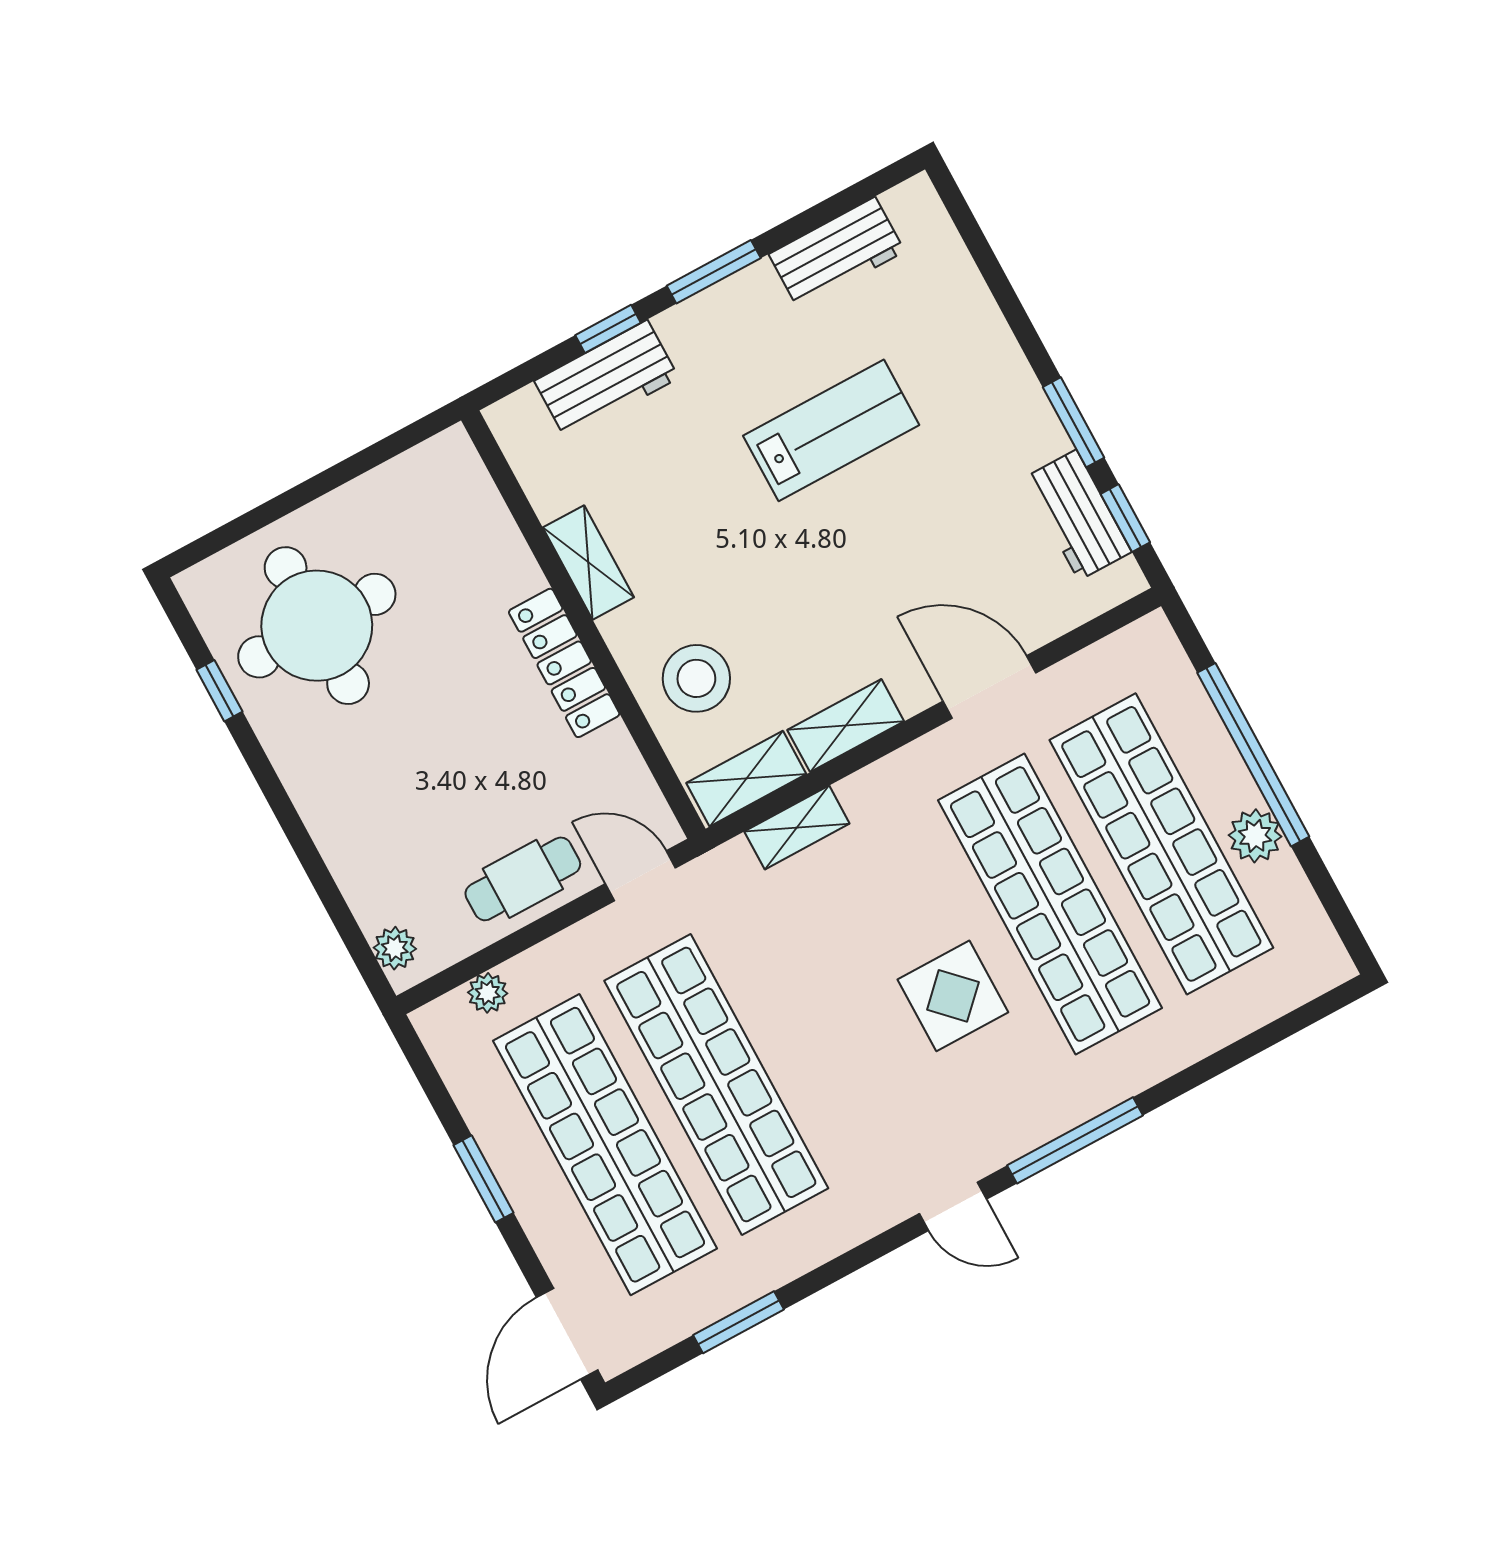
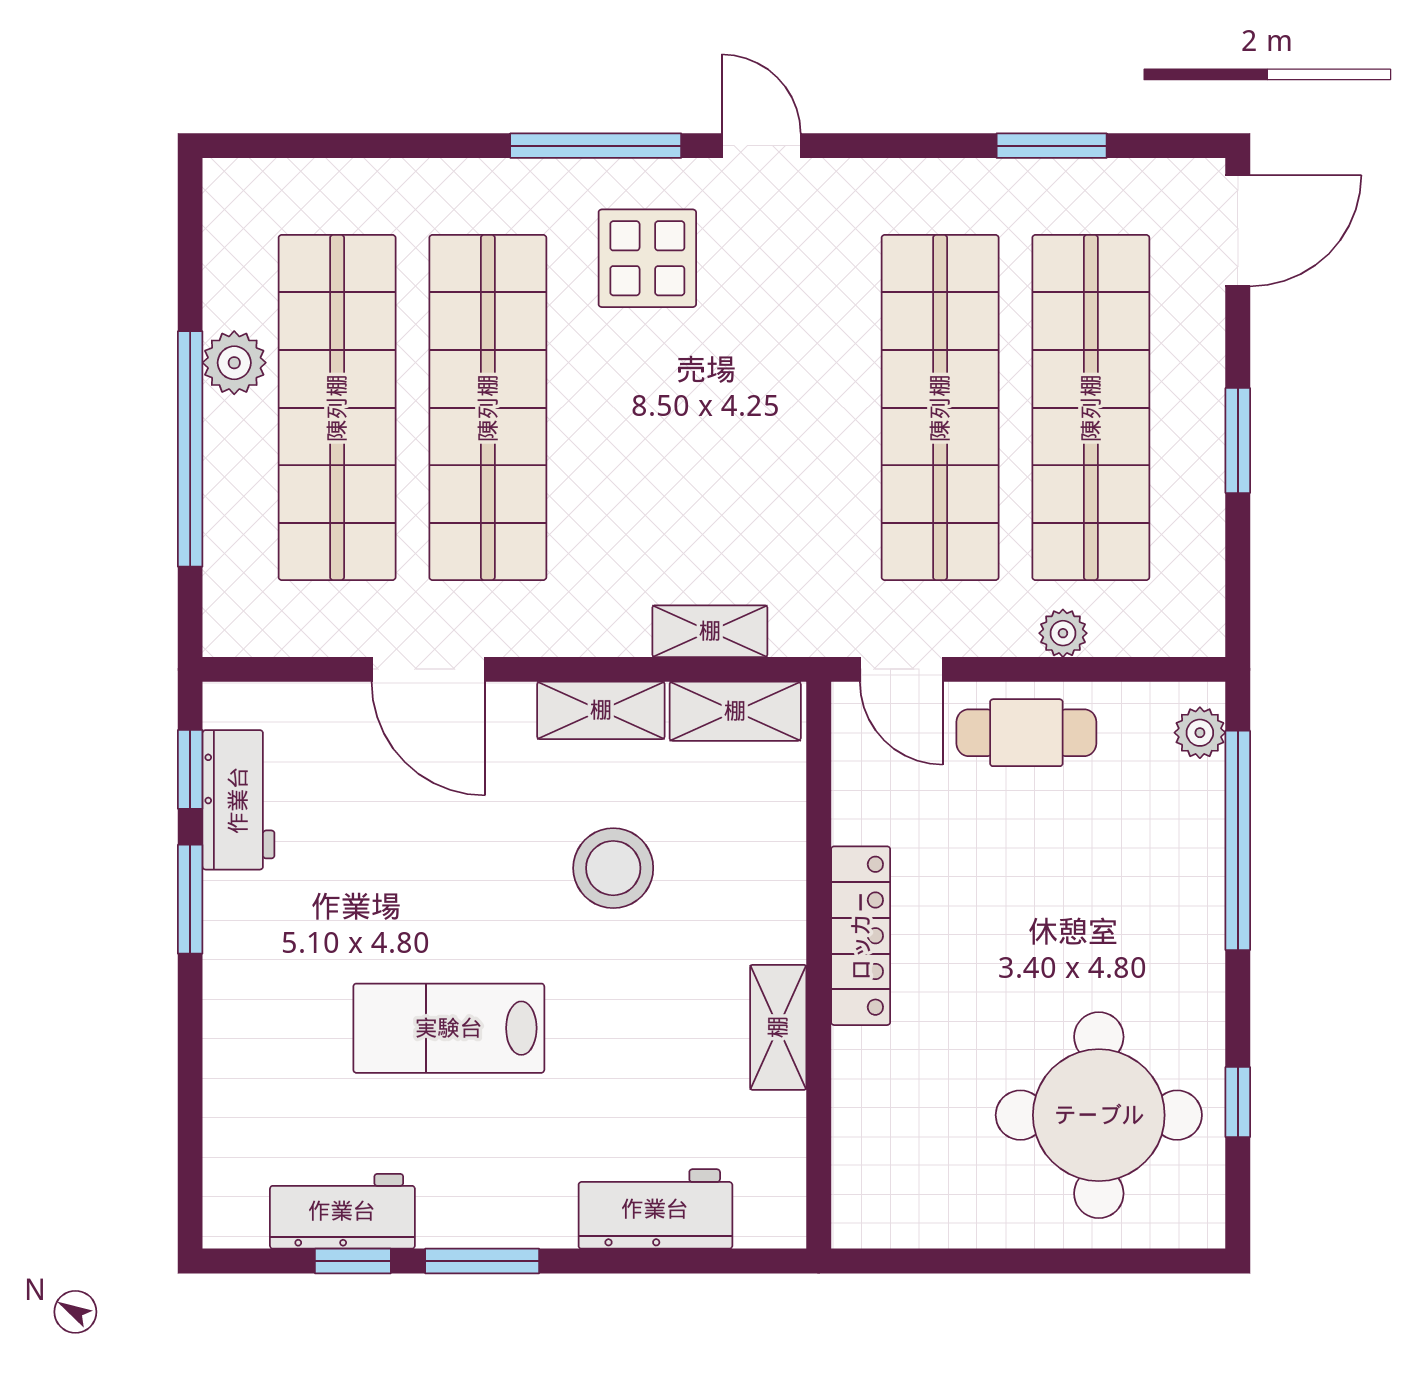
window: (608, 329) -> (353, 1261), moved
stool: (696, 678) -> (613, 868), moved
window: (324, 884) -> (1238, 840), added
plant: (488, 993) -> (1063, 633), moved
display table: (953, 996) -> (647, 258), moved

